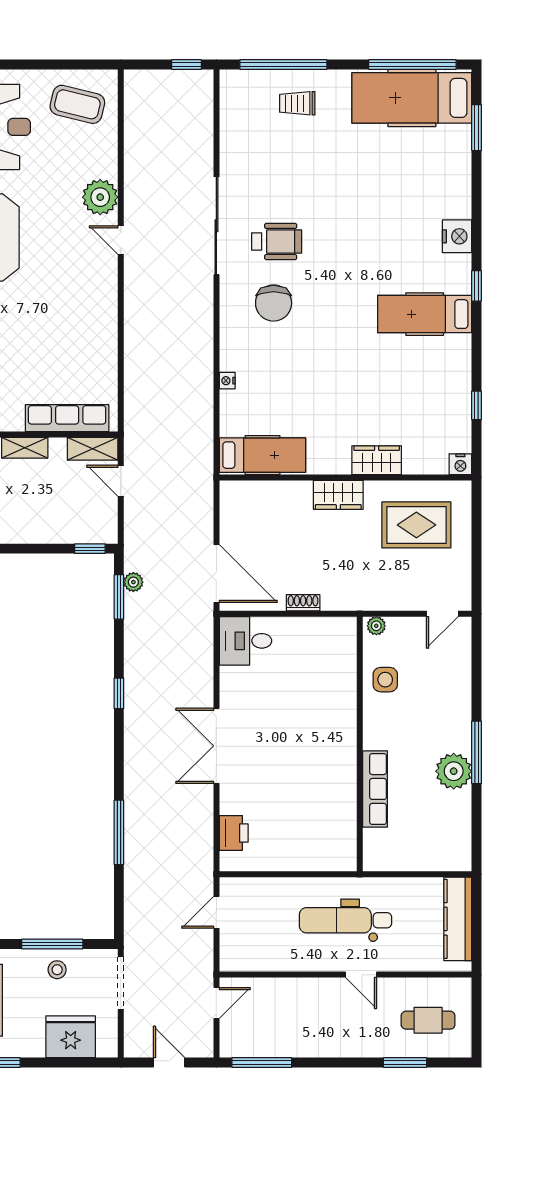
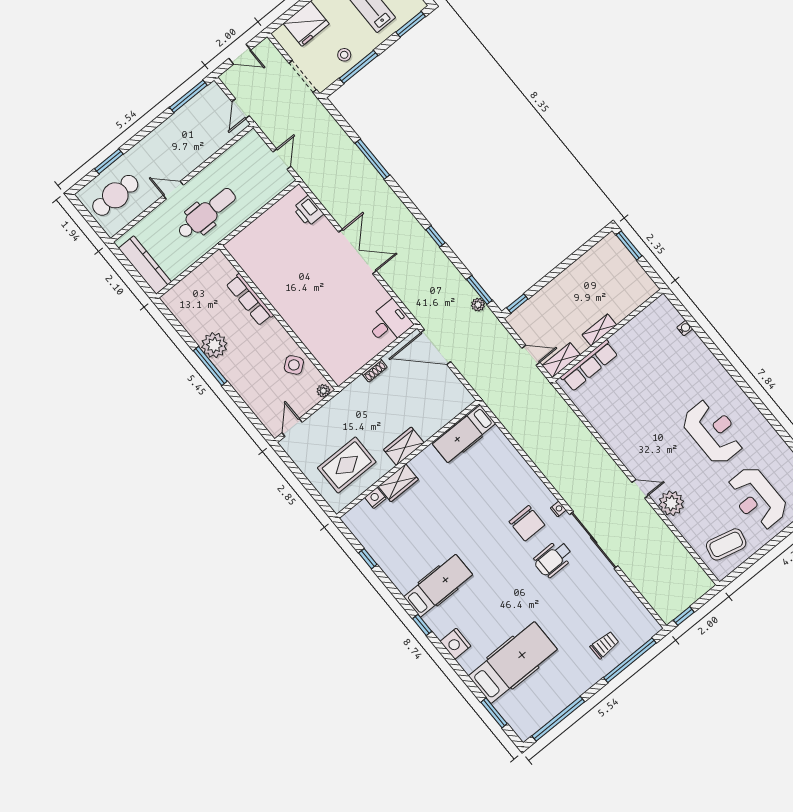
hospital bed: (412, 98) -> (513, 663), moved
chair: (274, 303) -> (527, 523), turned 180
nightstand: (227, 381) -> (558, 509), moved
nightstand: (460, 464) -> (375, 498), moved
side table: (385, 680) -> (294, 365), turned -38
cafe table: (428, 1020) -> (115, 195), width x1.37, depth x1.35

